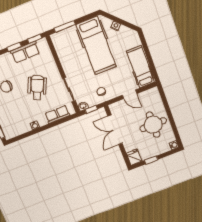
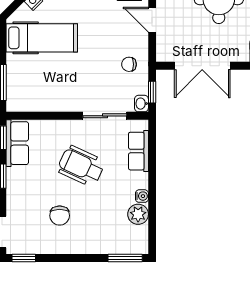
hospital bed: (96, 46) -> (42, 38), width x0.73, depth x0.78
row of seats: (25, 52) -> (17, 143), moved
door: (130, 94) -> (152, 20), swing flipped
plant: (25, 127) -> (138, 214), added

